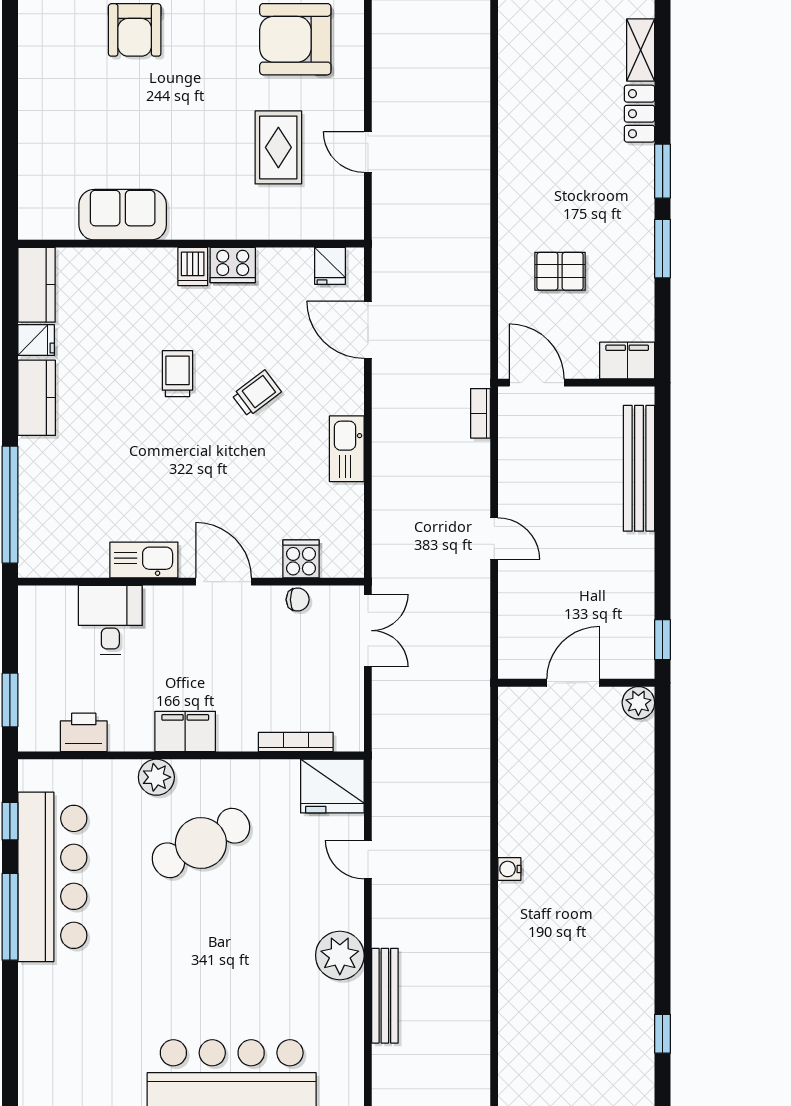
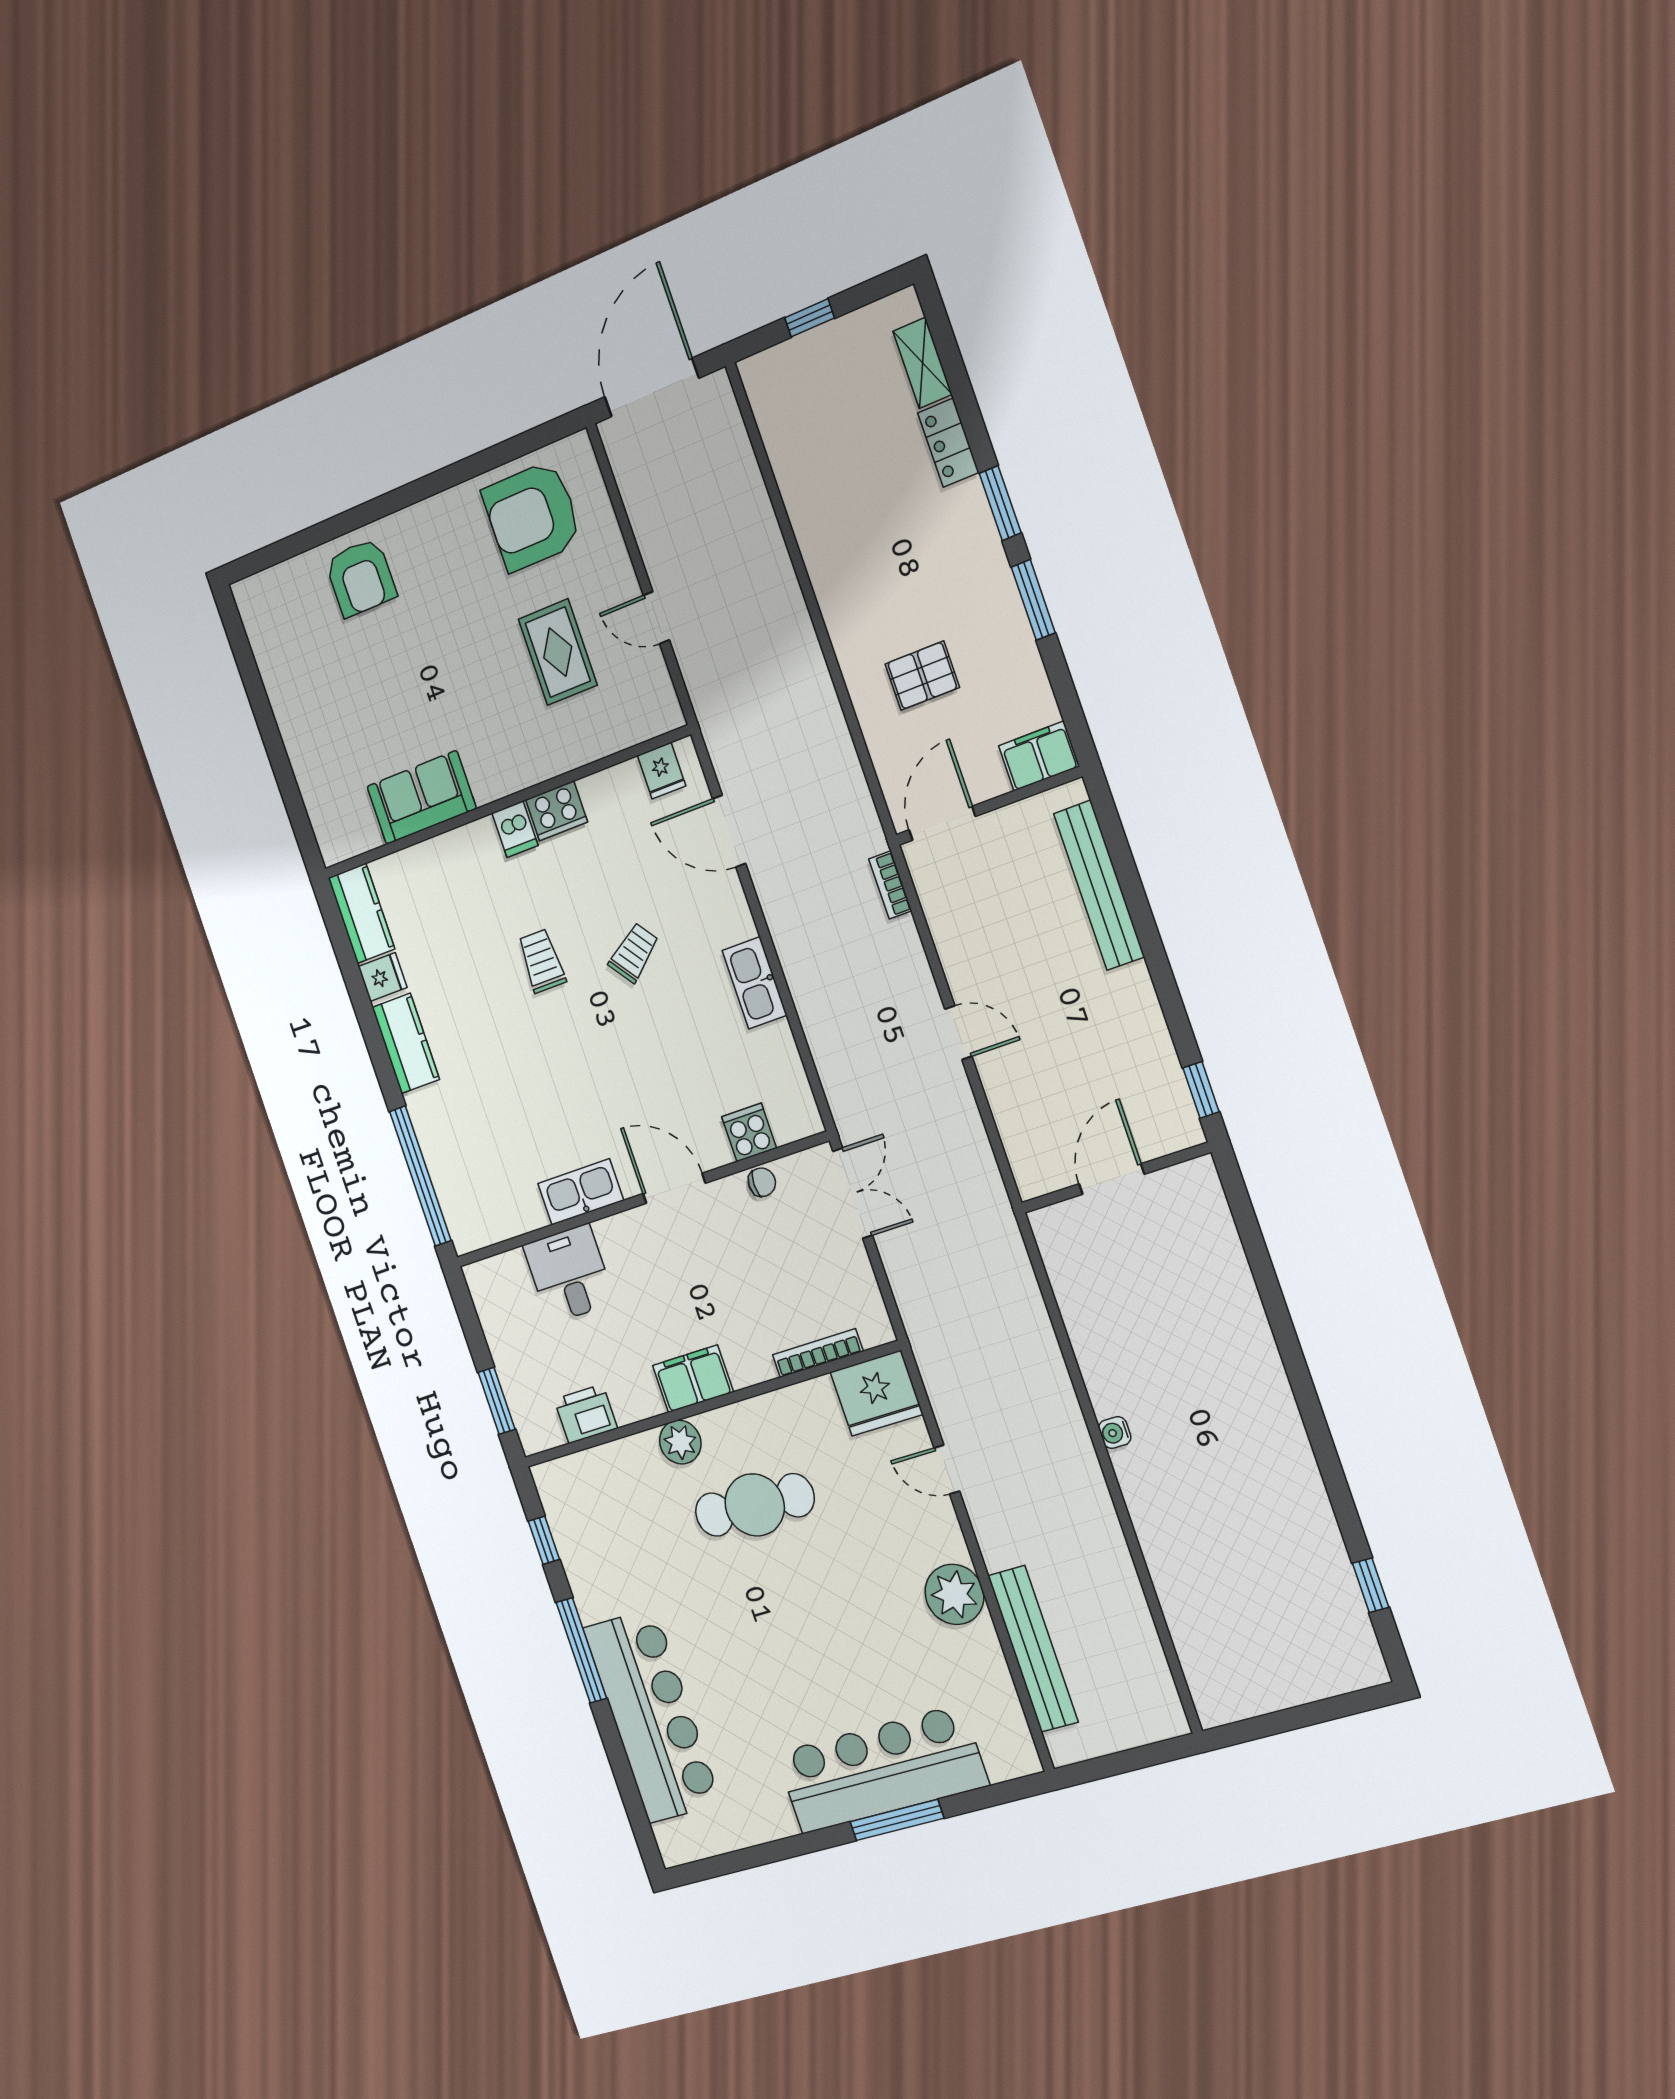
door: (537, 383) -> (942, 823), hinge flipped
plant: (638, 703) -> (1199, 1179), removed
cafe table: (201, 843) -> (755, 1505), turned 31
bar counter: (52, 877) -> (652, 1716), moved
bench: (385, 996) -> (1033, 1649), width x1.37, depth x1.21

